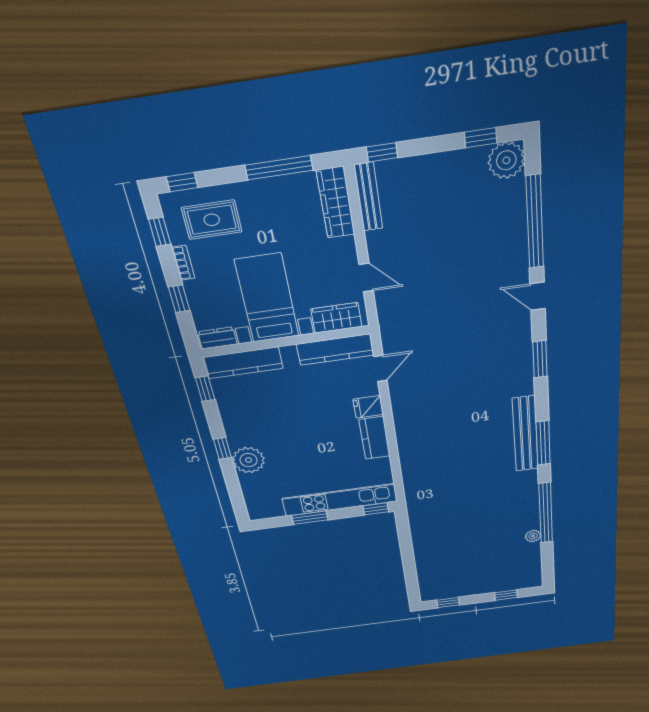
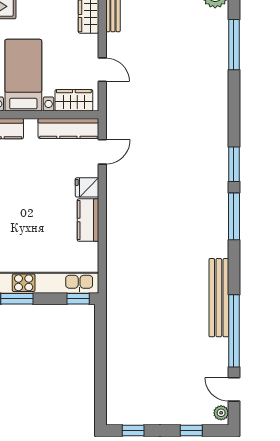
window: (535, 222) -> (234, 45), width x0.68
door: (538, 296) -> (234, 389), moved
bench: (525, 434) -> (219, 298), moved
window: (543, 443) -> (234, 216), moved
plant: (533, 536) -> (221, 413), moved

